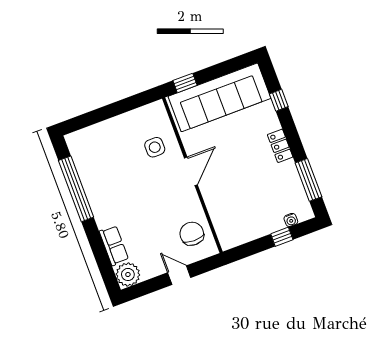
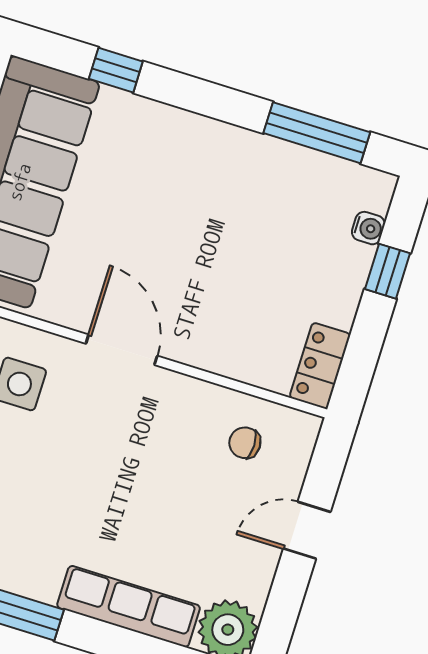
locker: (280, 146) -> (320, 366), moved, turned 90
chair: (192, 234) -> (245, 443), width x0.54, depth x0.54
row of seats: (114, 246) -> (129, 606), width x1.48

